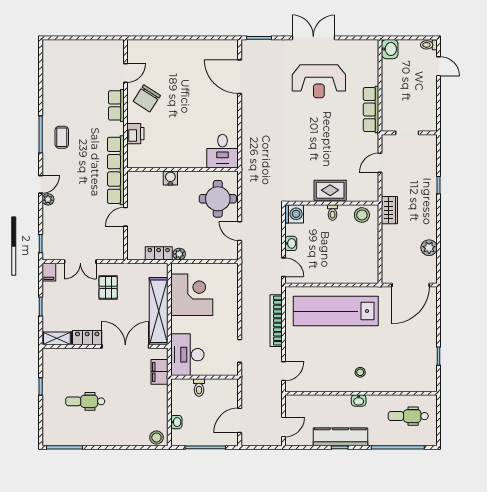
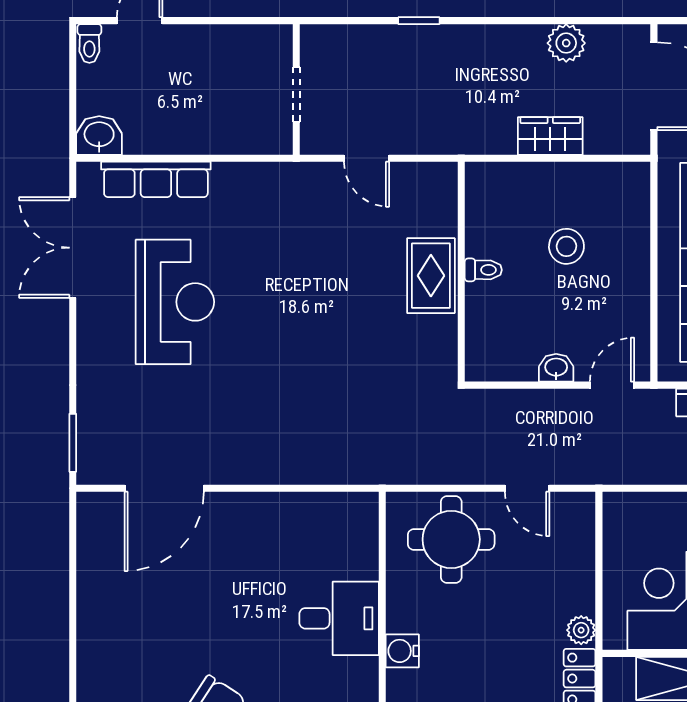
double door: (313, 38) -> (73, 248), moved
row of seats: (371, 110) -> (156, 179), moved
desk: (222, 151) -> (339, 618), moved
wardrobe: (389, 210) -> (550, 136), moved
washing machine: (294, 214) -> (487, 360), removed
stool: (362, 215) -> (566, 246), moved
door: (240, 231) -> (527, 488), hinge flipped

